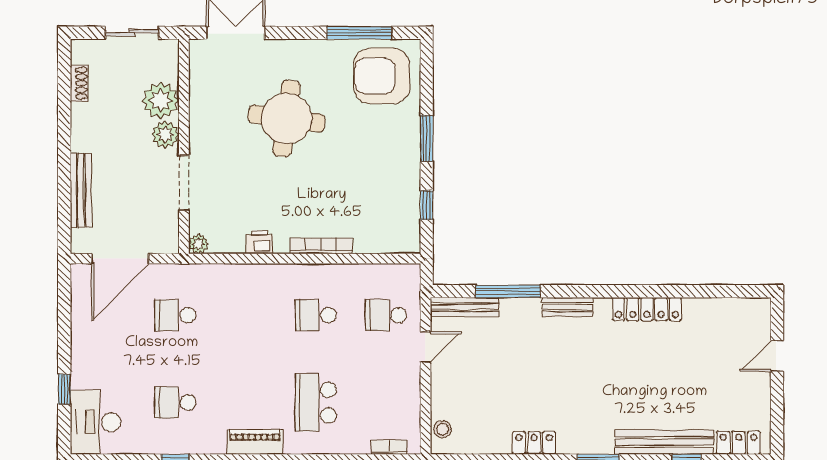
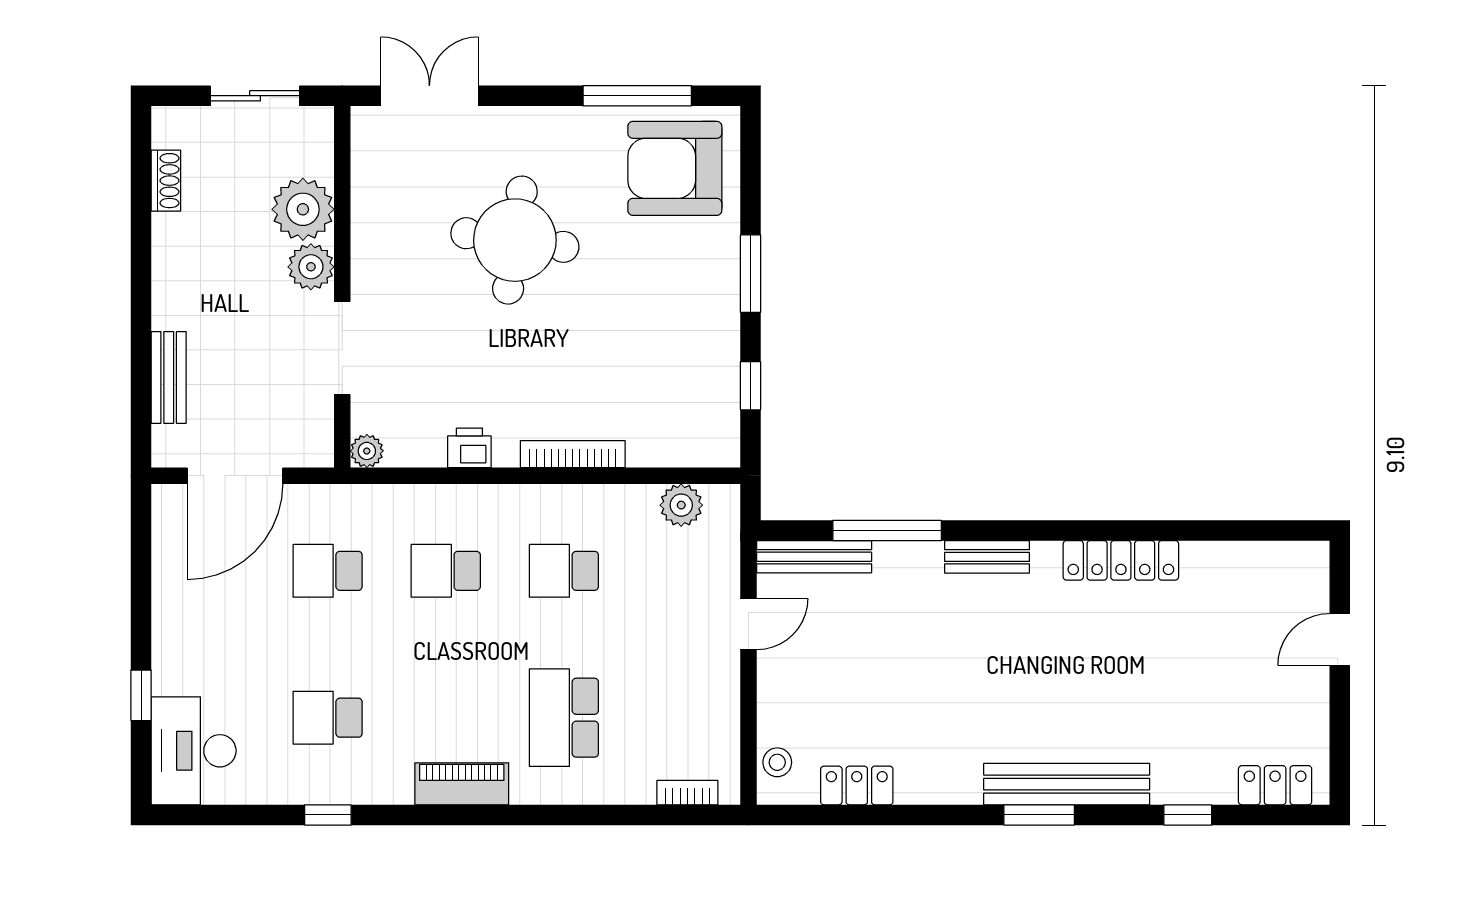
bench: (81, 190) -> (169, 377), width x0.73
plant: (385, 276) -> (681, 505), added
school desk: (386, 315) -> (446, 571), moved
bench: (664, 442) -> (1067, 784), moved
locker: (534, 443) -> (857, 785), moved

